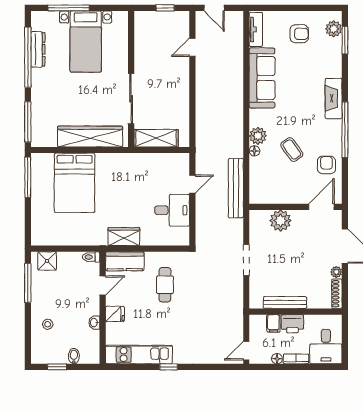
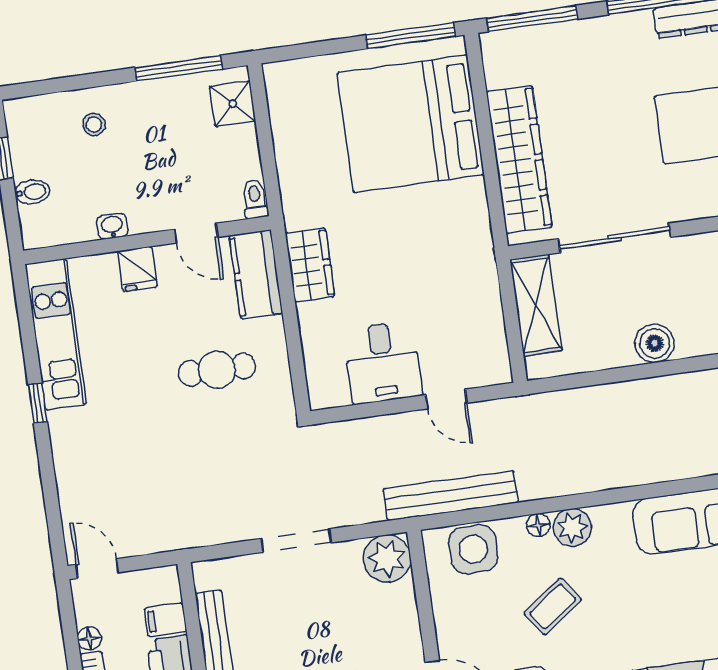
boiler: (181, 88) -> (655, 343), added
side table: (261, 181) -> (473, 549), added
bed: (75, 183) -> (411, 124), width x1.36
plant: (280, 221) -> (387, 558), moved

